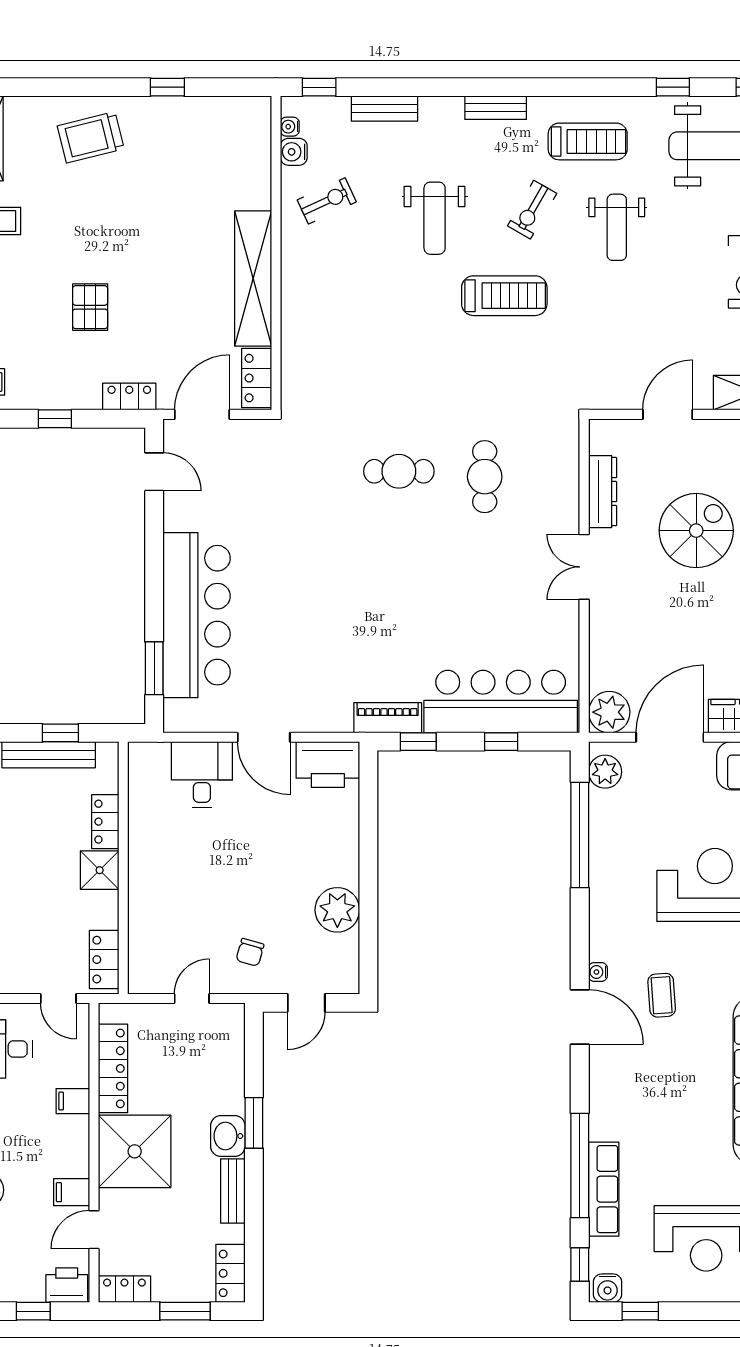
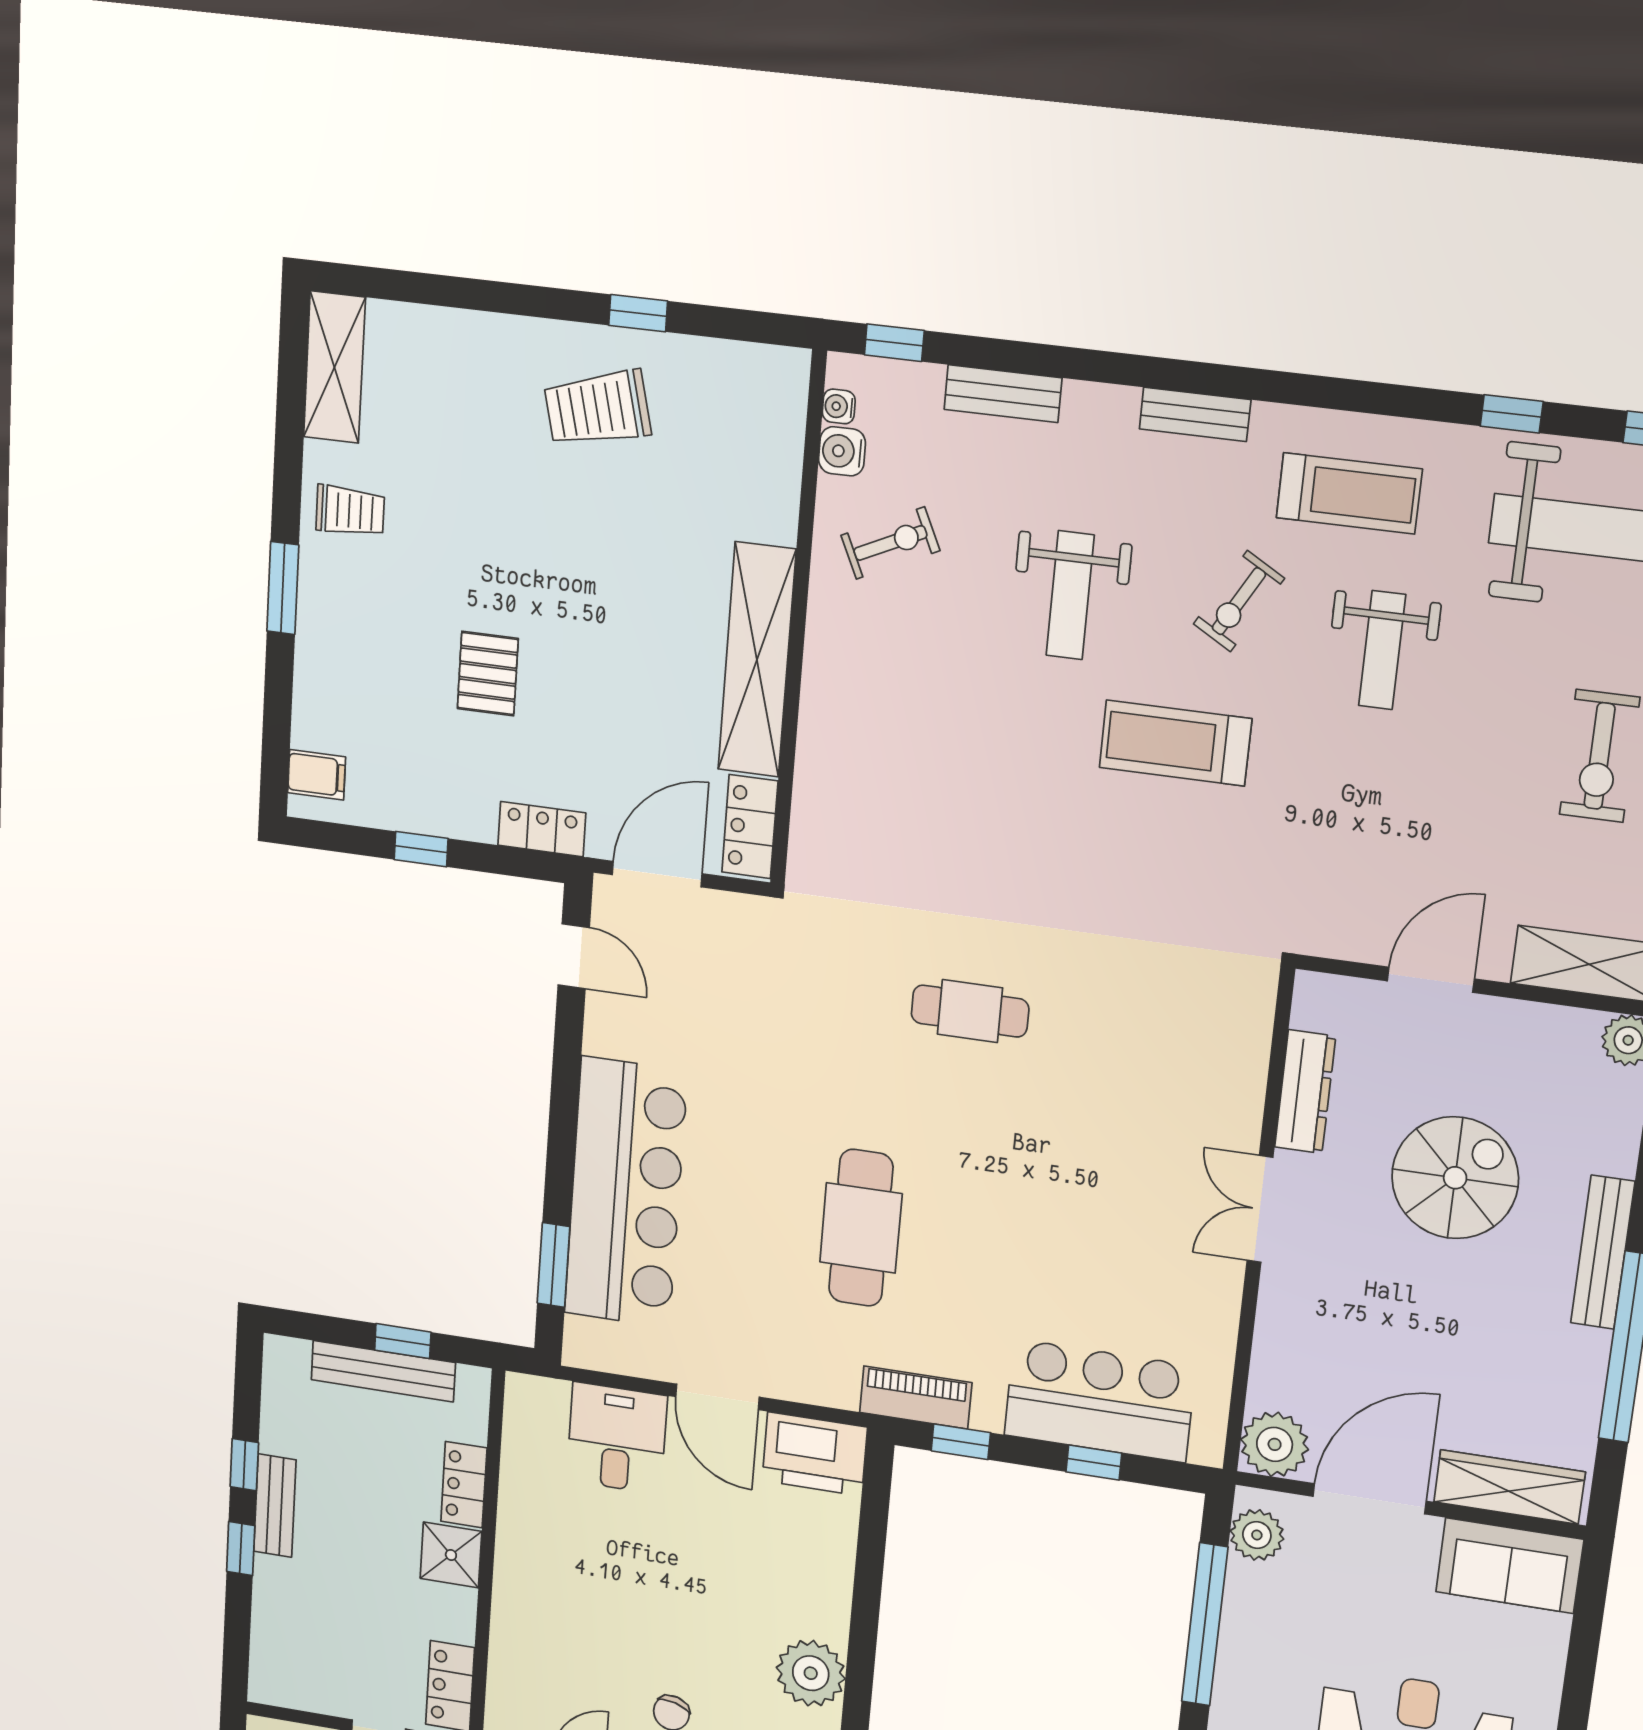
trolley: (91, 137) -> (597, 408), moved
treadmill: (504, 296) -> (1175, 743), turned 180
cafe table: (485, 477) -> (861, 1228), moved, width x1.37, depth x1.35
bar counter: (501, 702) -> (1100, 1401), width x0.73

